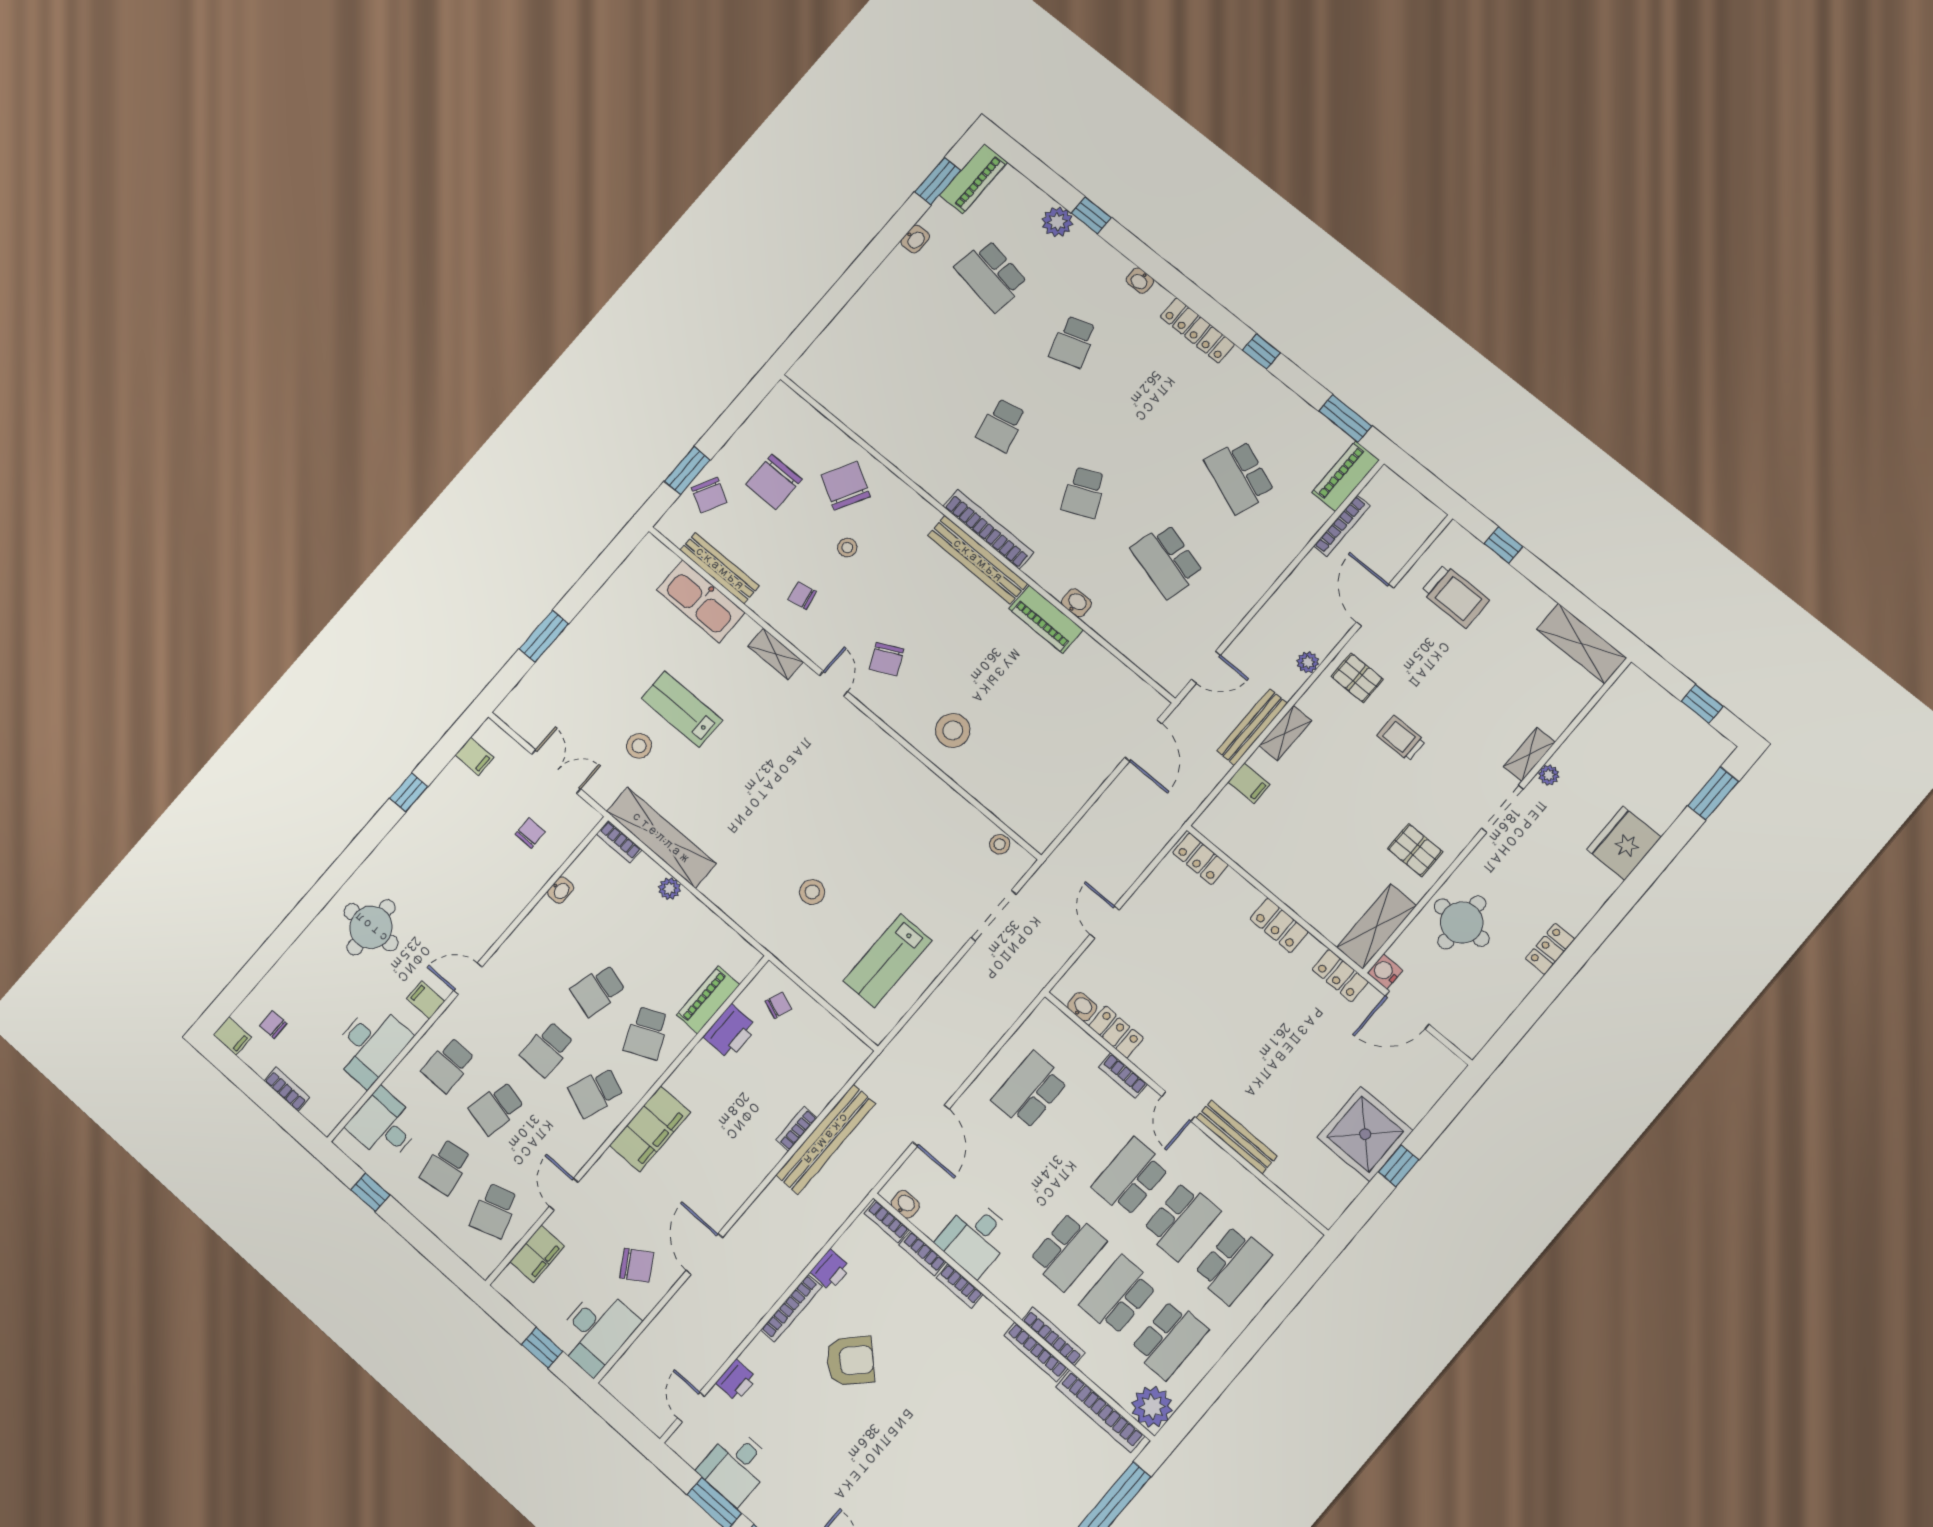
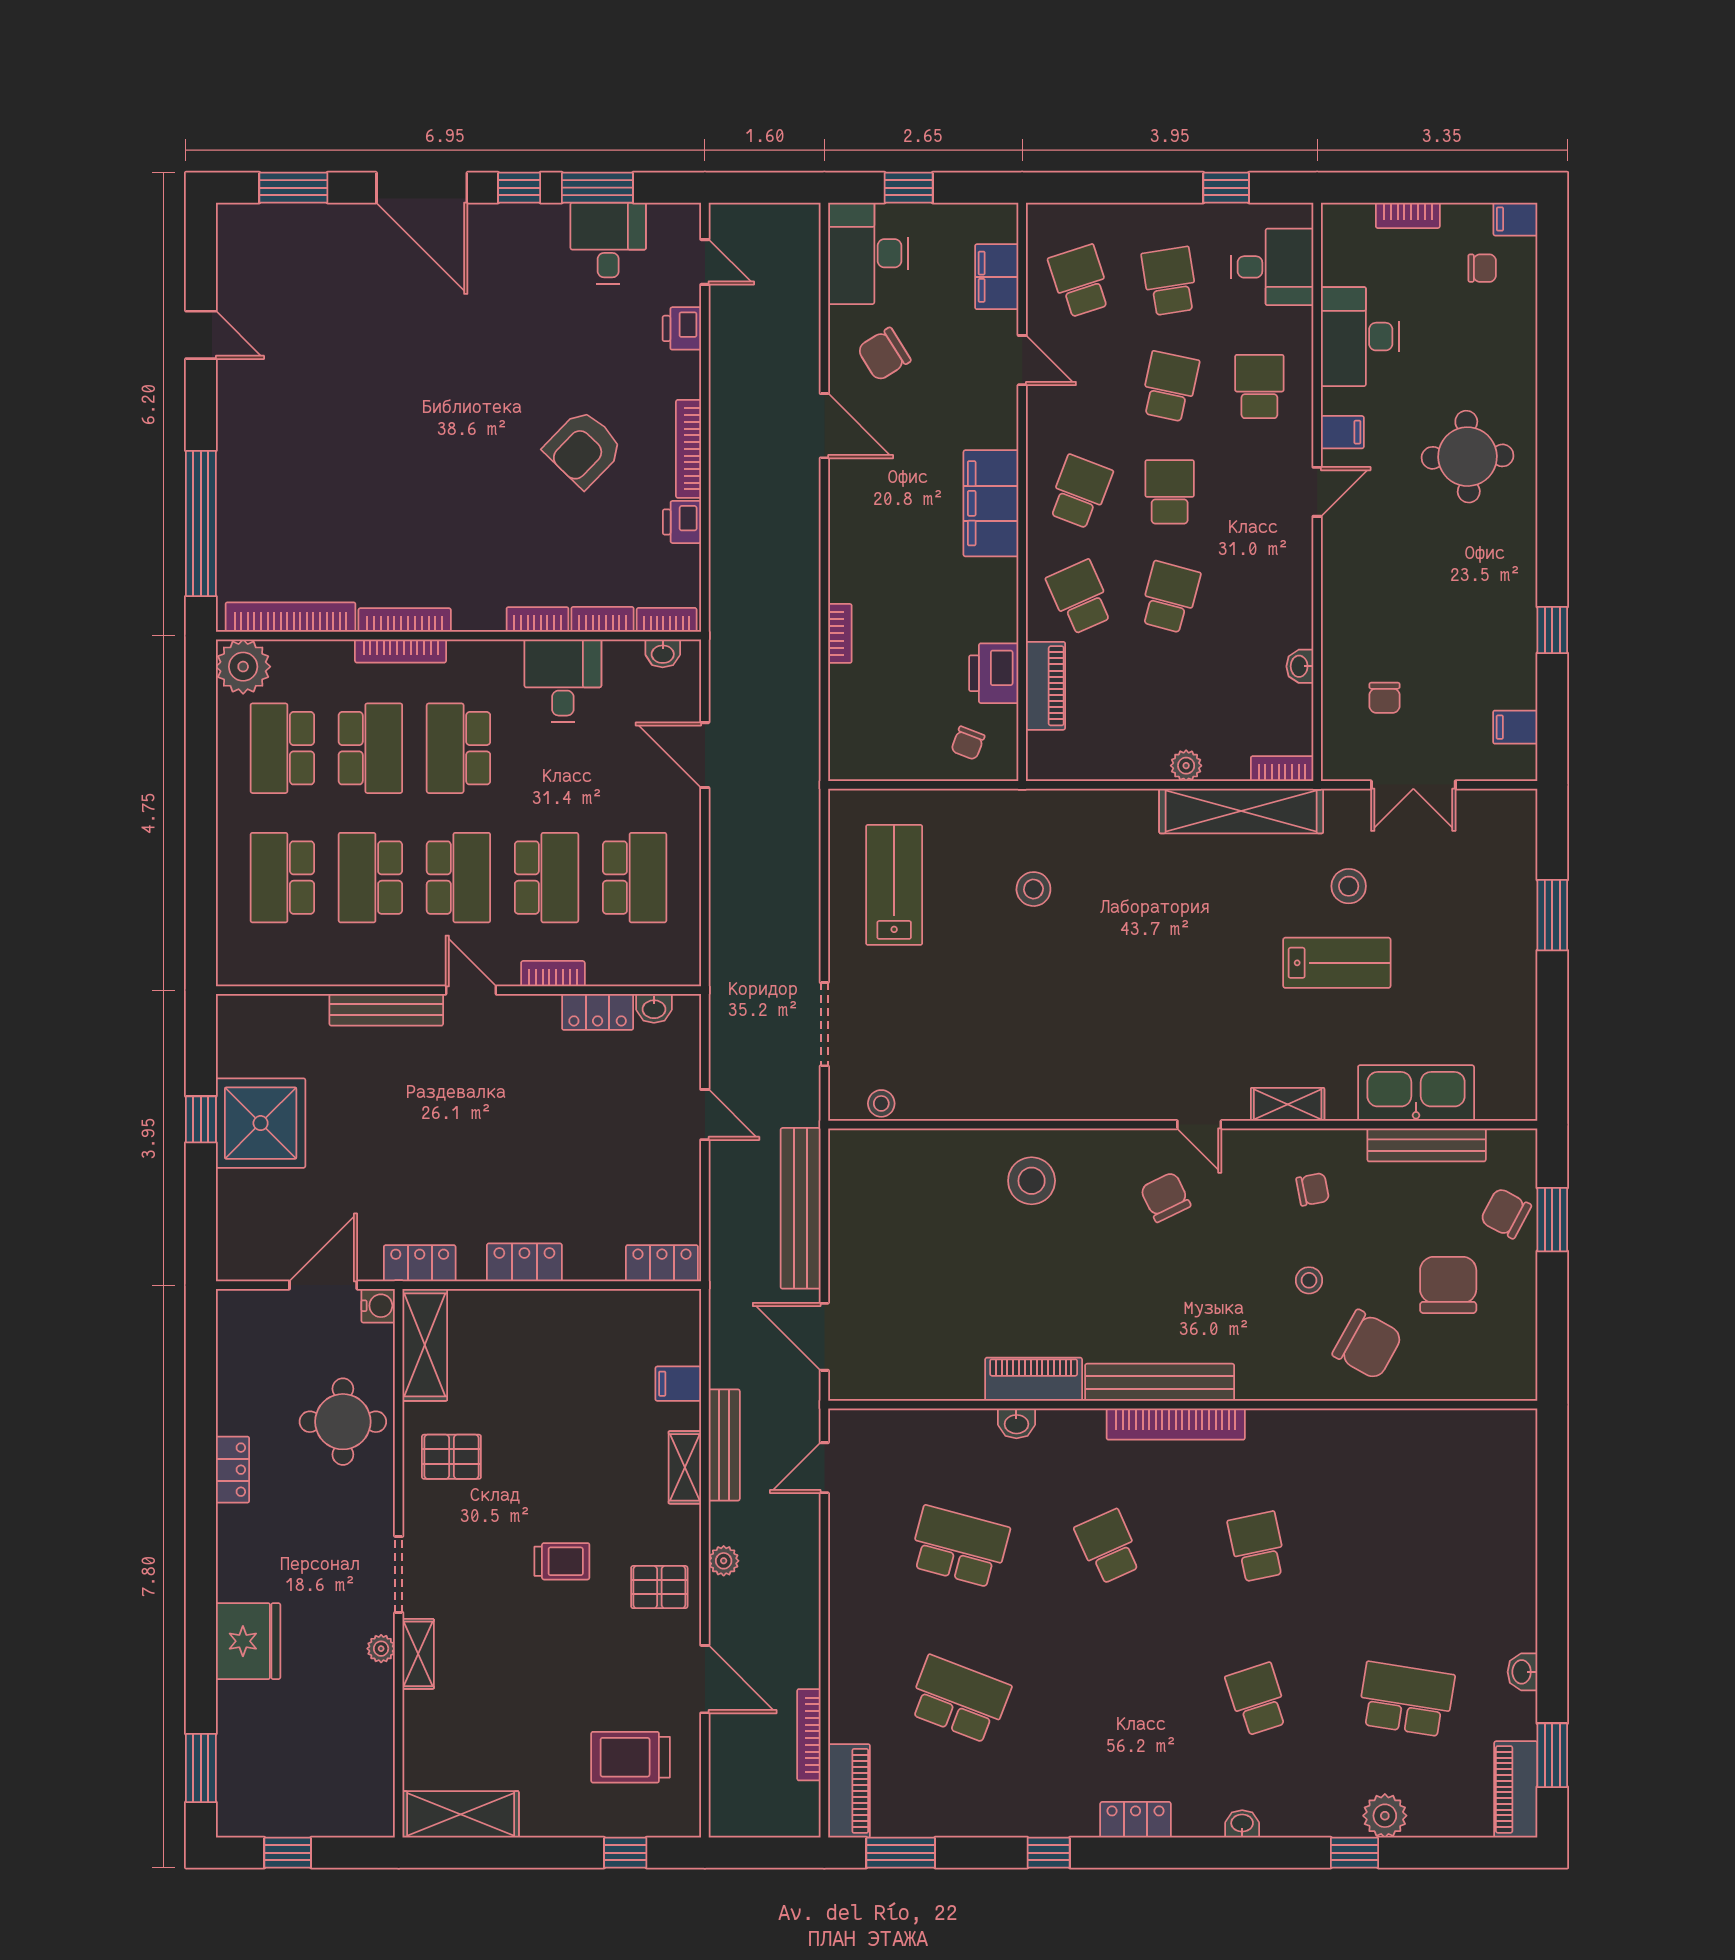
locker: (1197, 330) -> (1136, 1820), width x0.66
school desk: (1080, 1134) -> (547, 878), added
bench: (826, 1139) -> (801, 1208), moved

